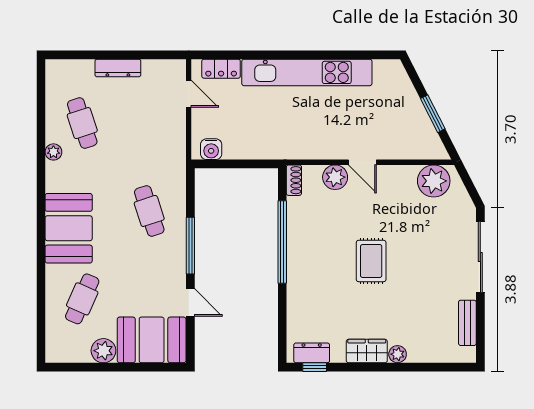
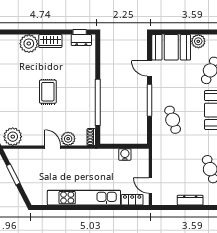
water cooler: (211, 149) -> (125, 154), moved
plant: (398, 354) -> (29, 44), width x1.88, depth x1.88

